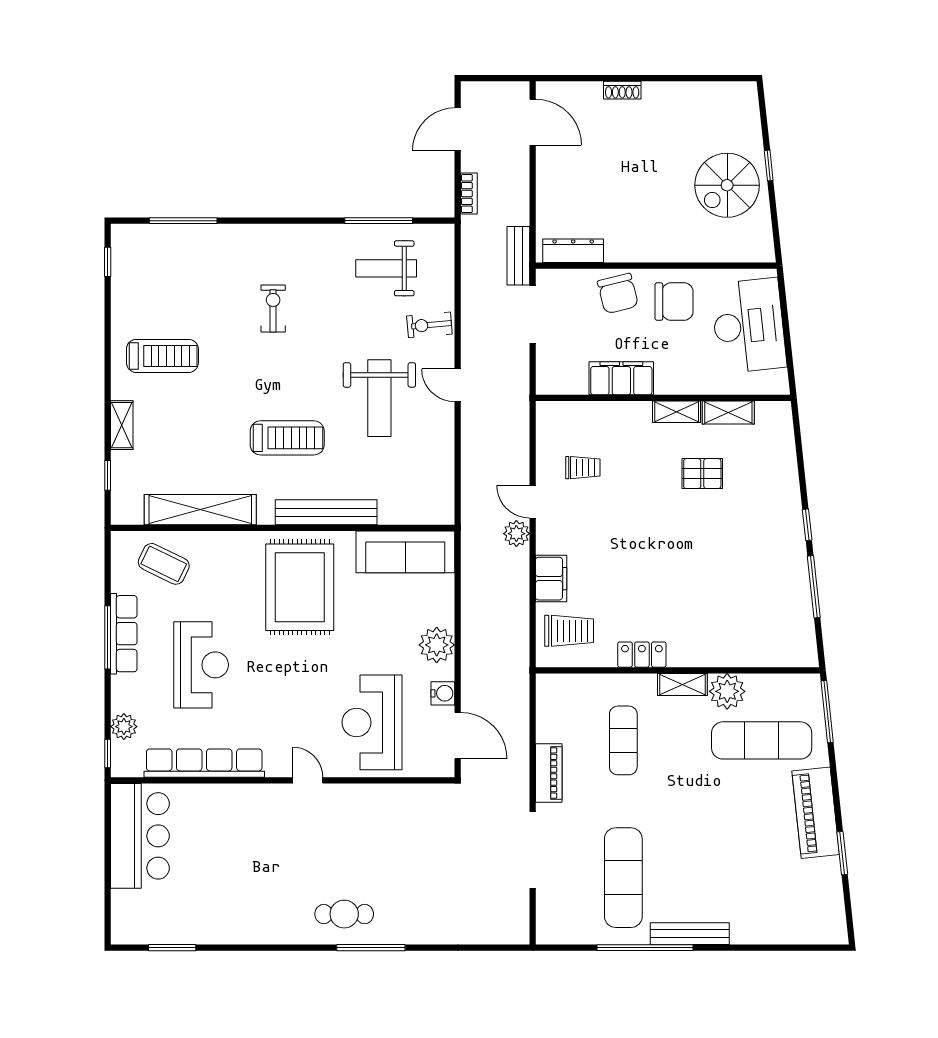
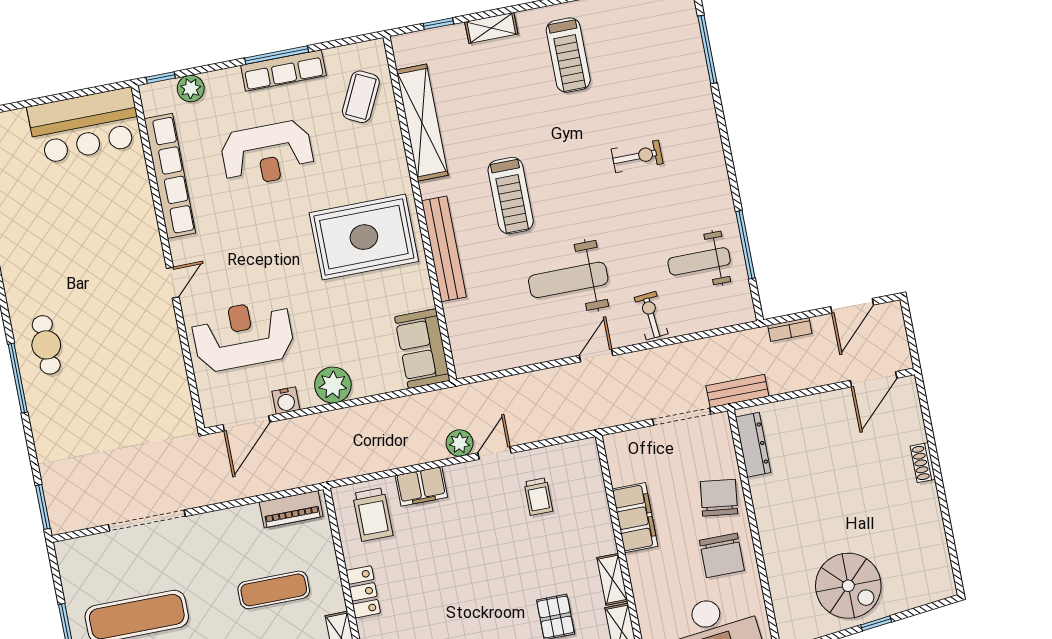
door: (458, 129) -> (852, 306), swing flipped
spiral stairs: (727, 185) -> (848, 586), turned 180
weight bench: (386, 268) -> (699, 261), turned -90
chair: (618, 293) -> (719, 498), turned 111
sofa: (405, 552) -> (422, 349), width x0.73
piano: (549, 773) -> (291, 509), moved
window: (500, 948) -> (43, 507), added

